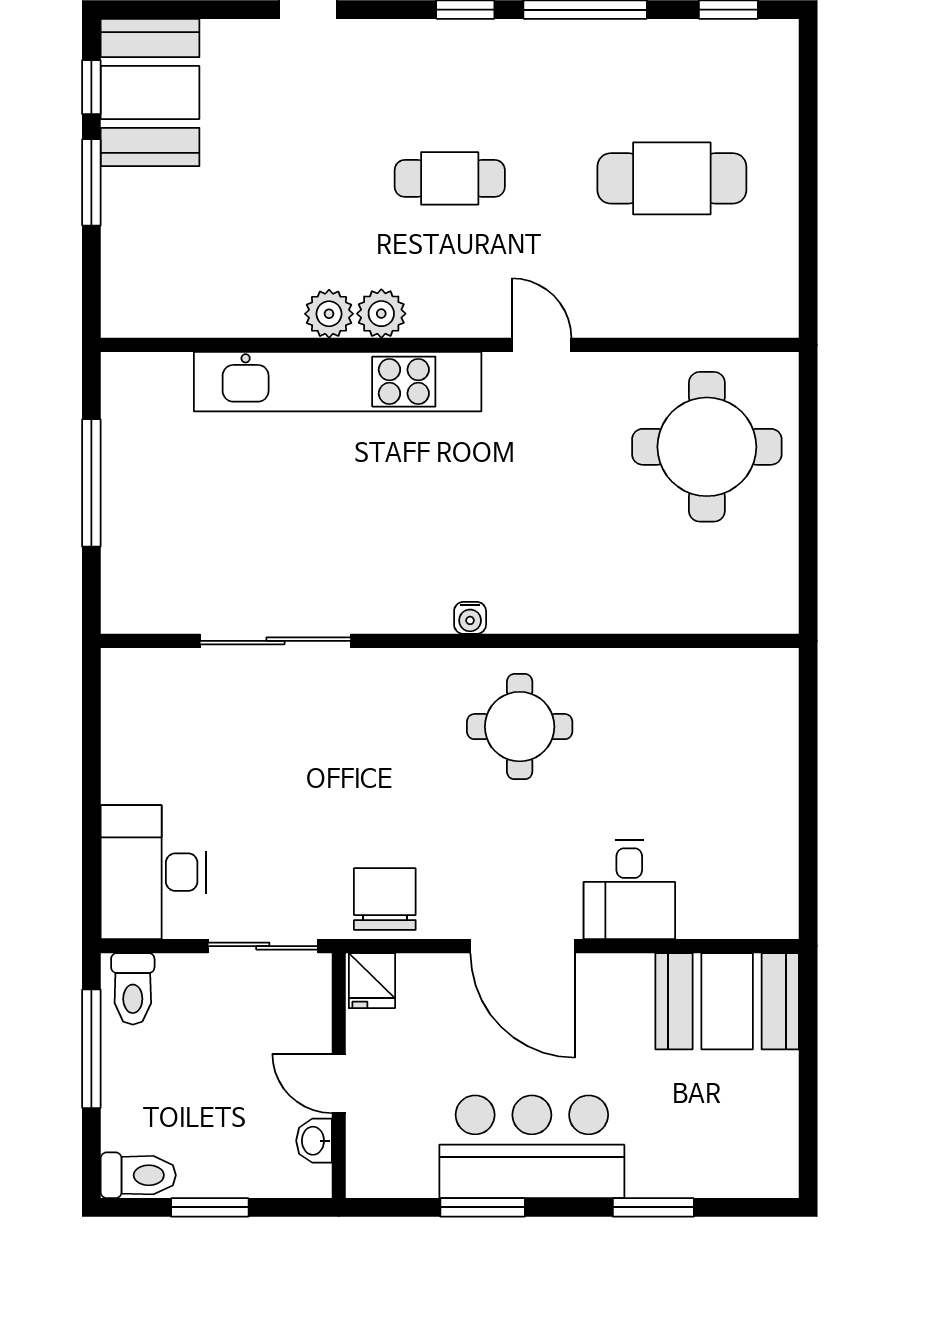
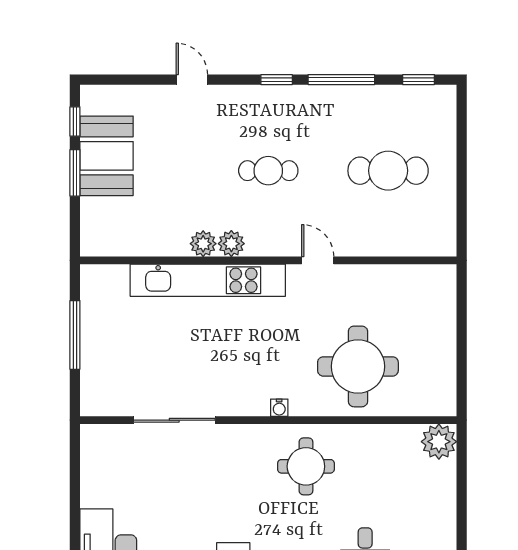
booth: (150, 92) -> (107, 156), moved
round table: (707, 447) -> (358, 366), moved
plant: (766, 681) -> (439, 442), added

